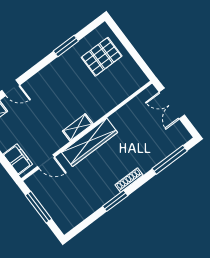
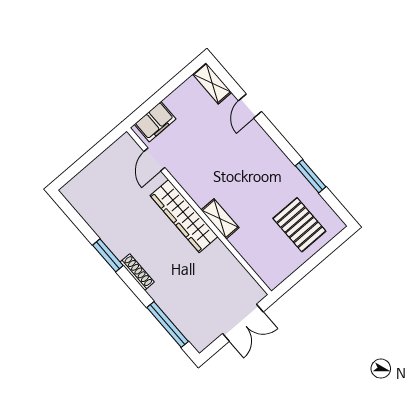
double door: (172, 104) -> (243, 323), swing flipped
shelving: (78, 127) -> (220, 219), moved
window: (38, 207) -> (93, 153), removed

